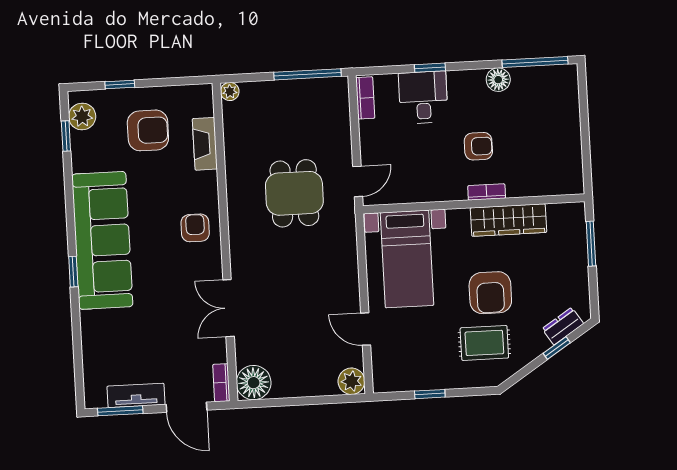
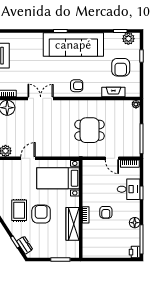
printer: (565, 76) -> (135, 252), added
door: (358, 181) -> (112, 158), moved
armchair: (490, 293) -> (41, 214), turned 90

